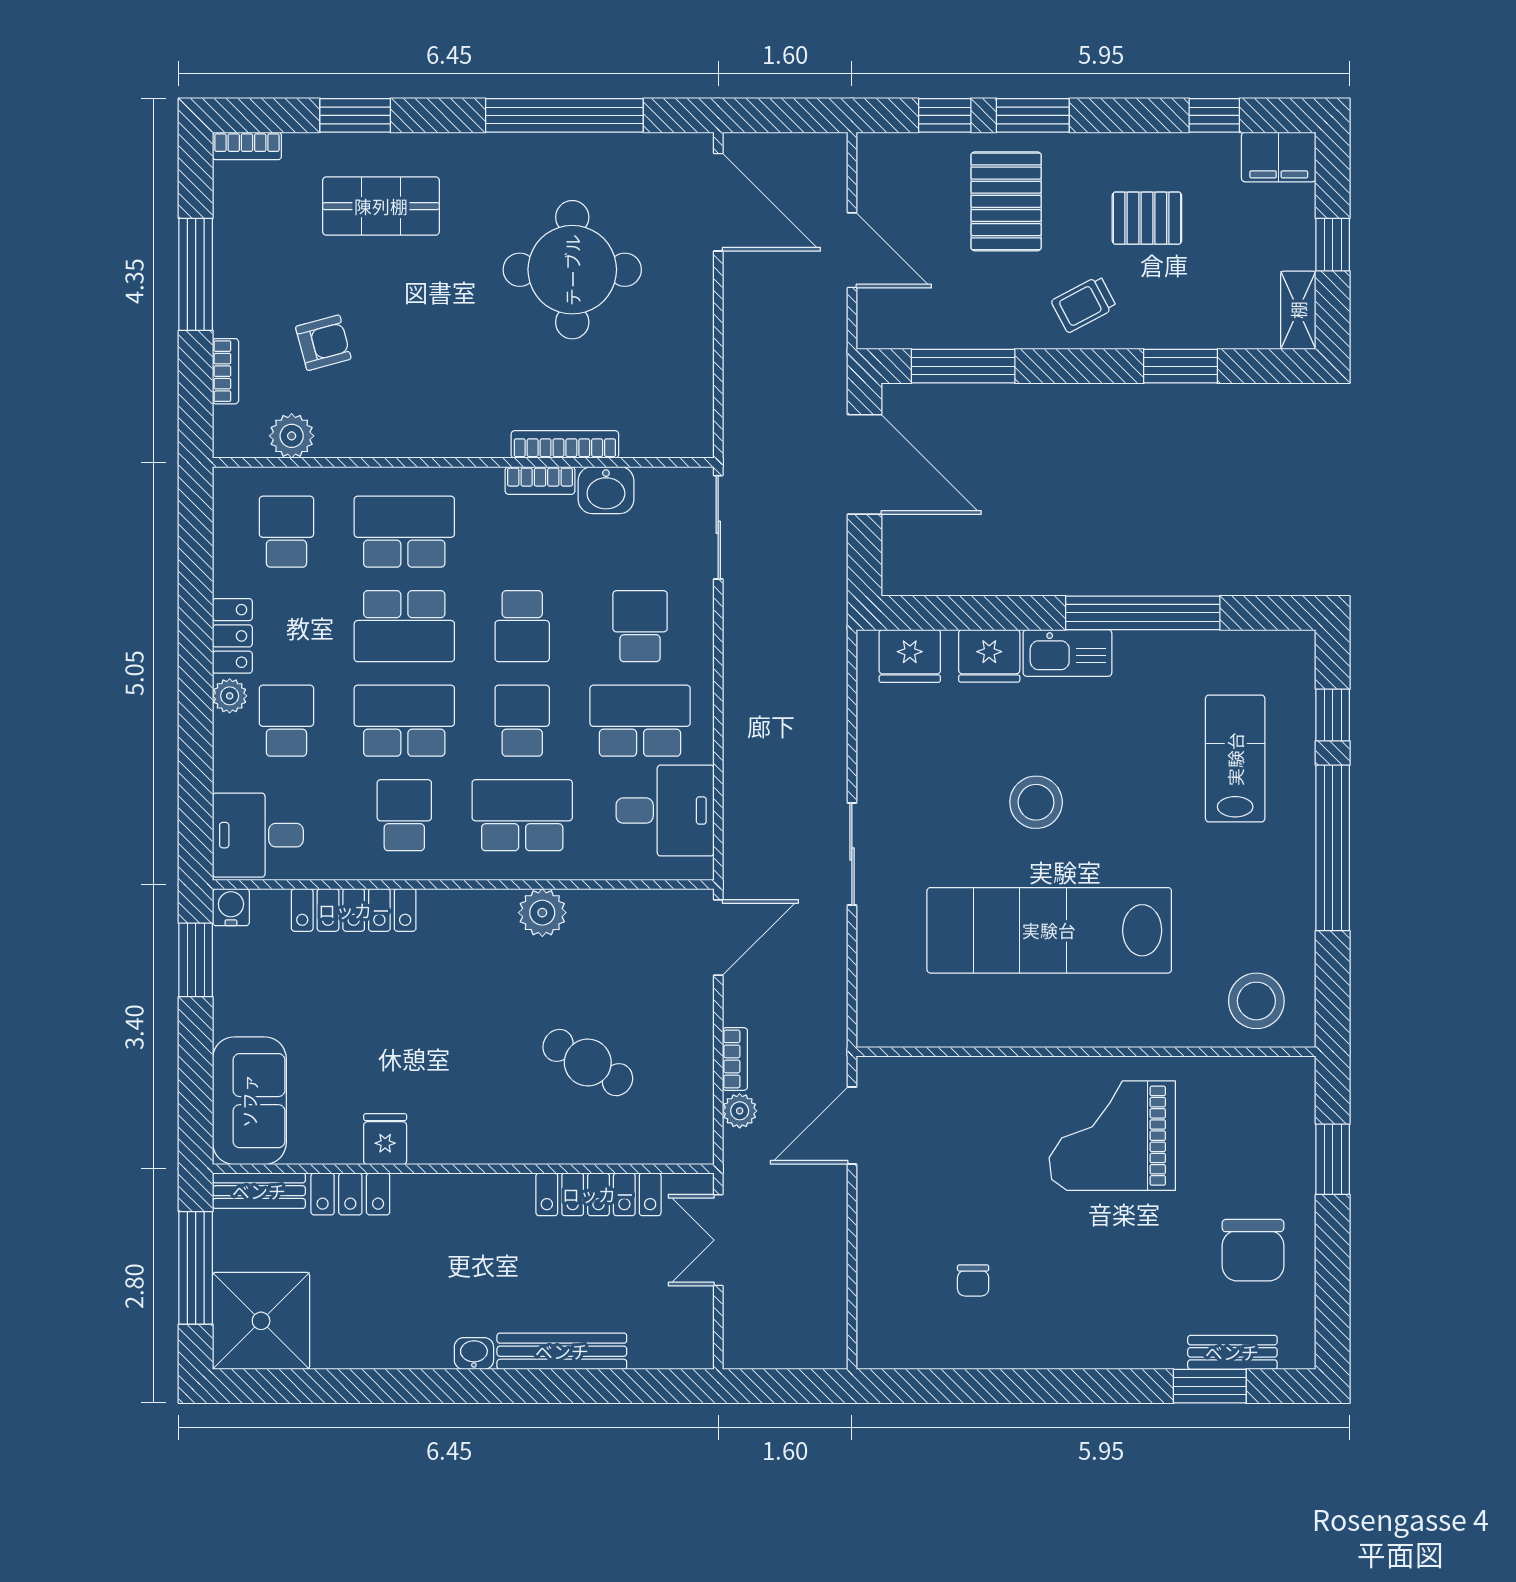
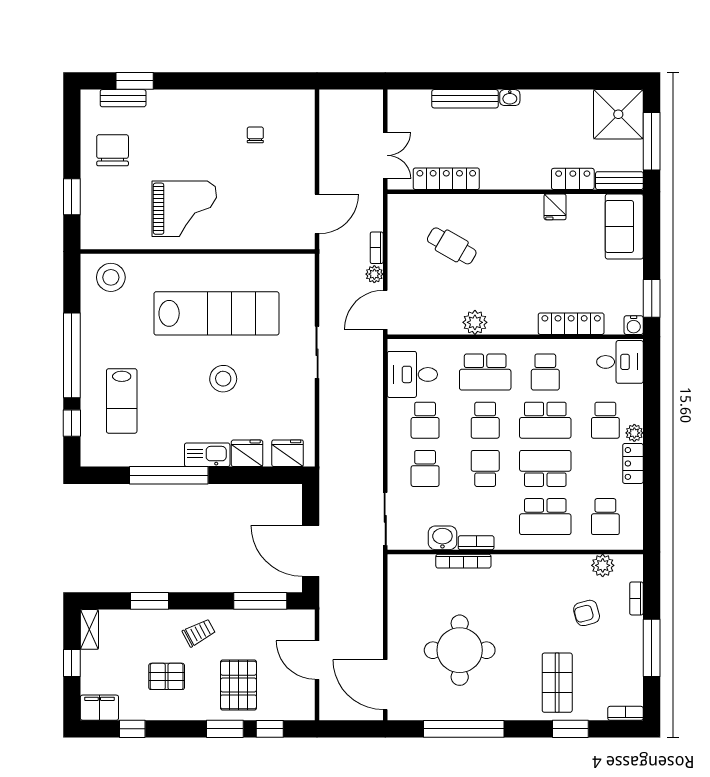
shop shelf: (381, 206) -> (557, 683), turned 90
school desk: (640, 721) -> (425, 420), width x0.54
plant: (740, 1111) -> (374, 274), moved

